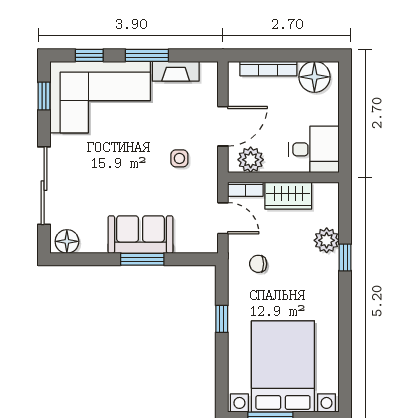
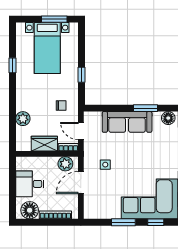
fireplace: (176, 71) -> (107, 213), removed
desk: (314, 149) -> (30, 184), moved
sofa: (140, 235) -> (127, 122), width x1.36
window: (345, 257) -> (13, 65), moved
window: (142, 259) -> (145, 108), moved
bed with nightstands: (283, 366) -> (47, 48), width x0.73

